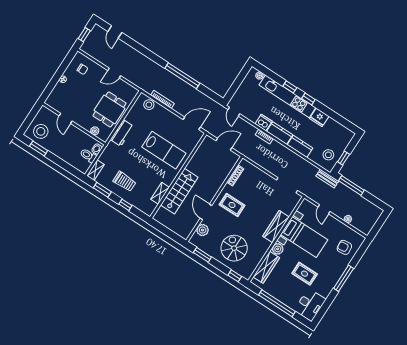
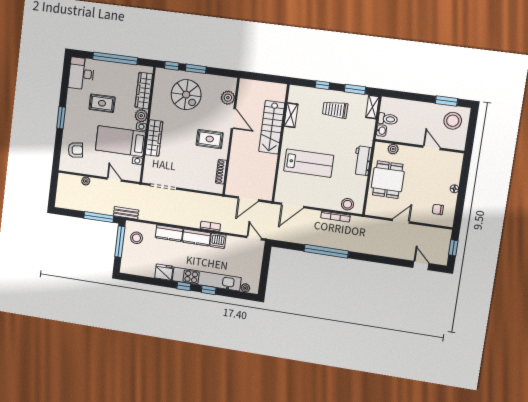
lab bench: (164, 150) -> (309, 163), turned 180
window: (344, 158) -> (120, 242), width x2.17
window: (202, 255) -> (196, 69), moved
window: (344, 278) -> (61, 118), width x0.69

